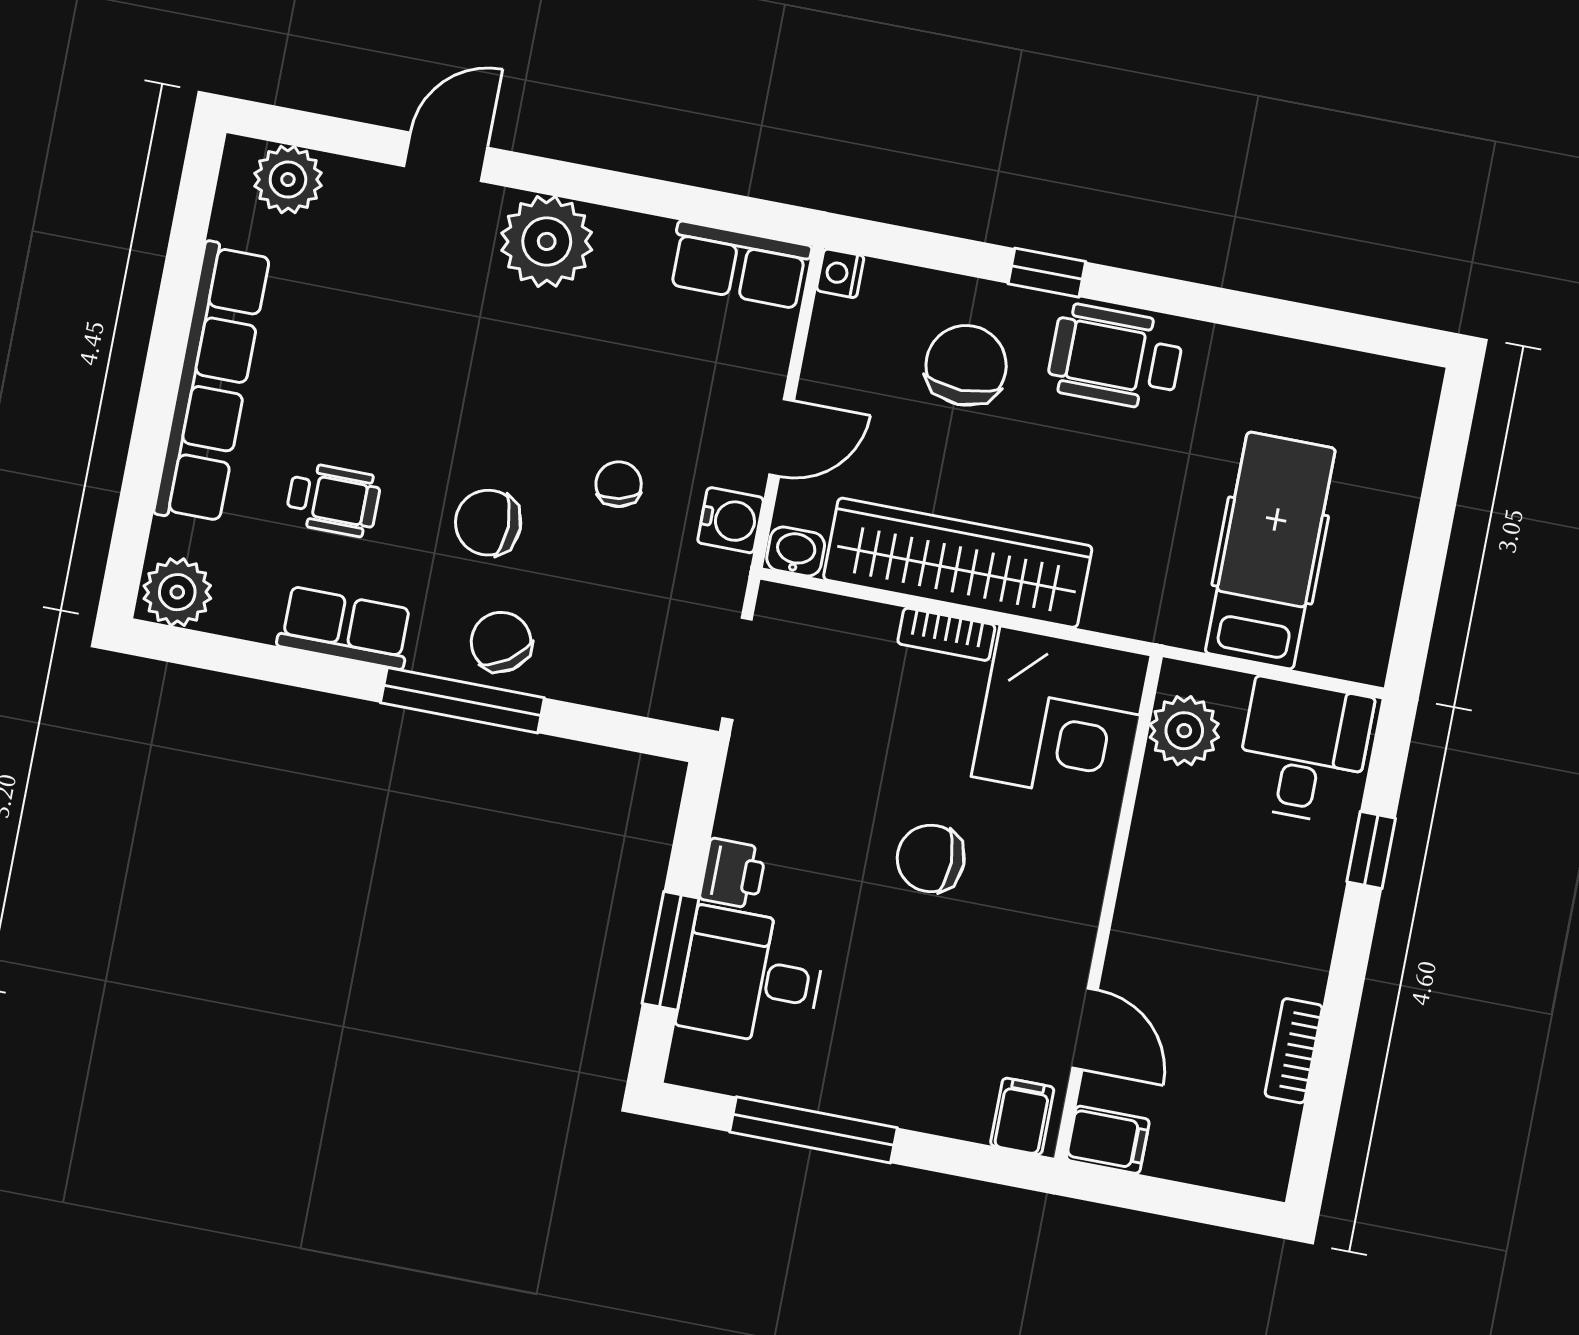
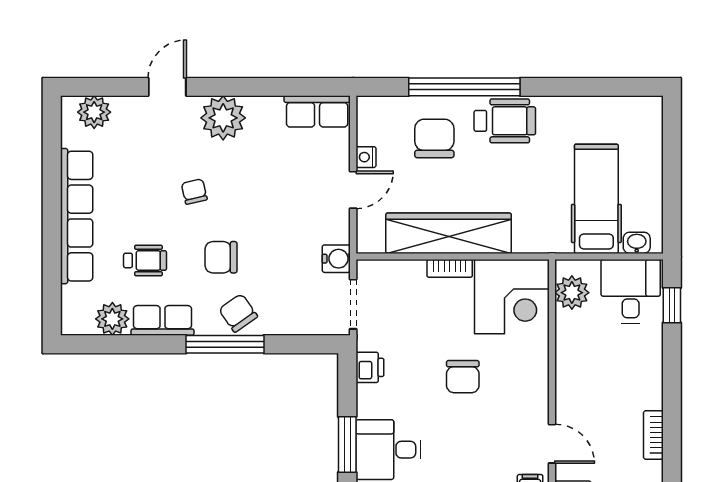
nightstand: (840, 273) -> (366, 157), moved
window: (1047, 273) -> (464, 87), width x3.17
wheelchair: (1115, 357) -> (505, 121), turned 180
chair: (619, 484) -> (194, 192), moved
water cooler: (731, 520) -> (336, 259), moved
washbasin: (796, 552) -> (637, 243), moved
plant: (177, 592) -> (112, 319), moved
window: (1371, 850) -> (672, 305), moved
chair: (931, 858) -> (463, 377), turned -90
printer: (733, 874) -> (370, 367), moved

